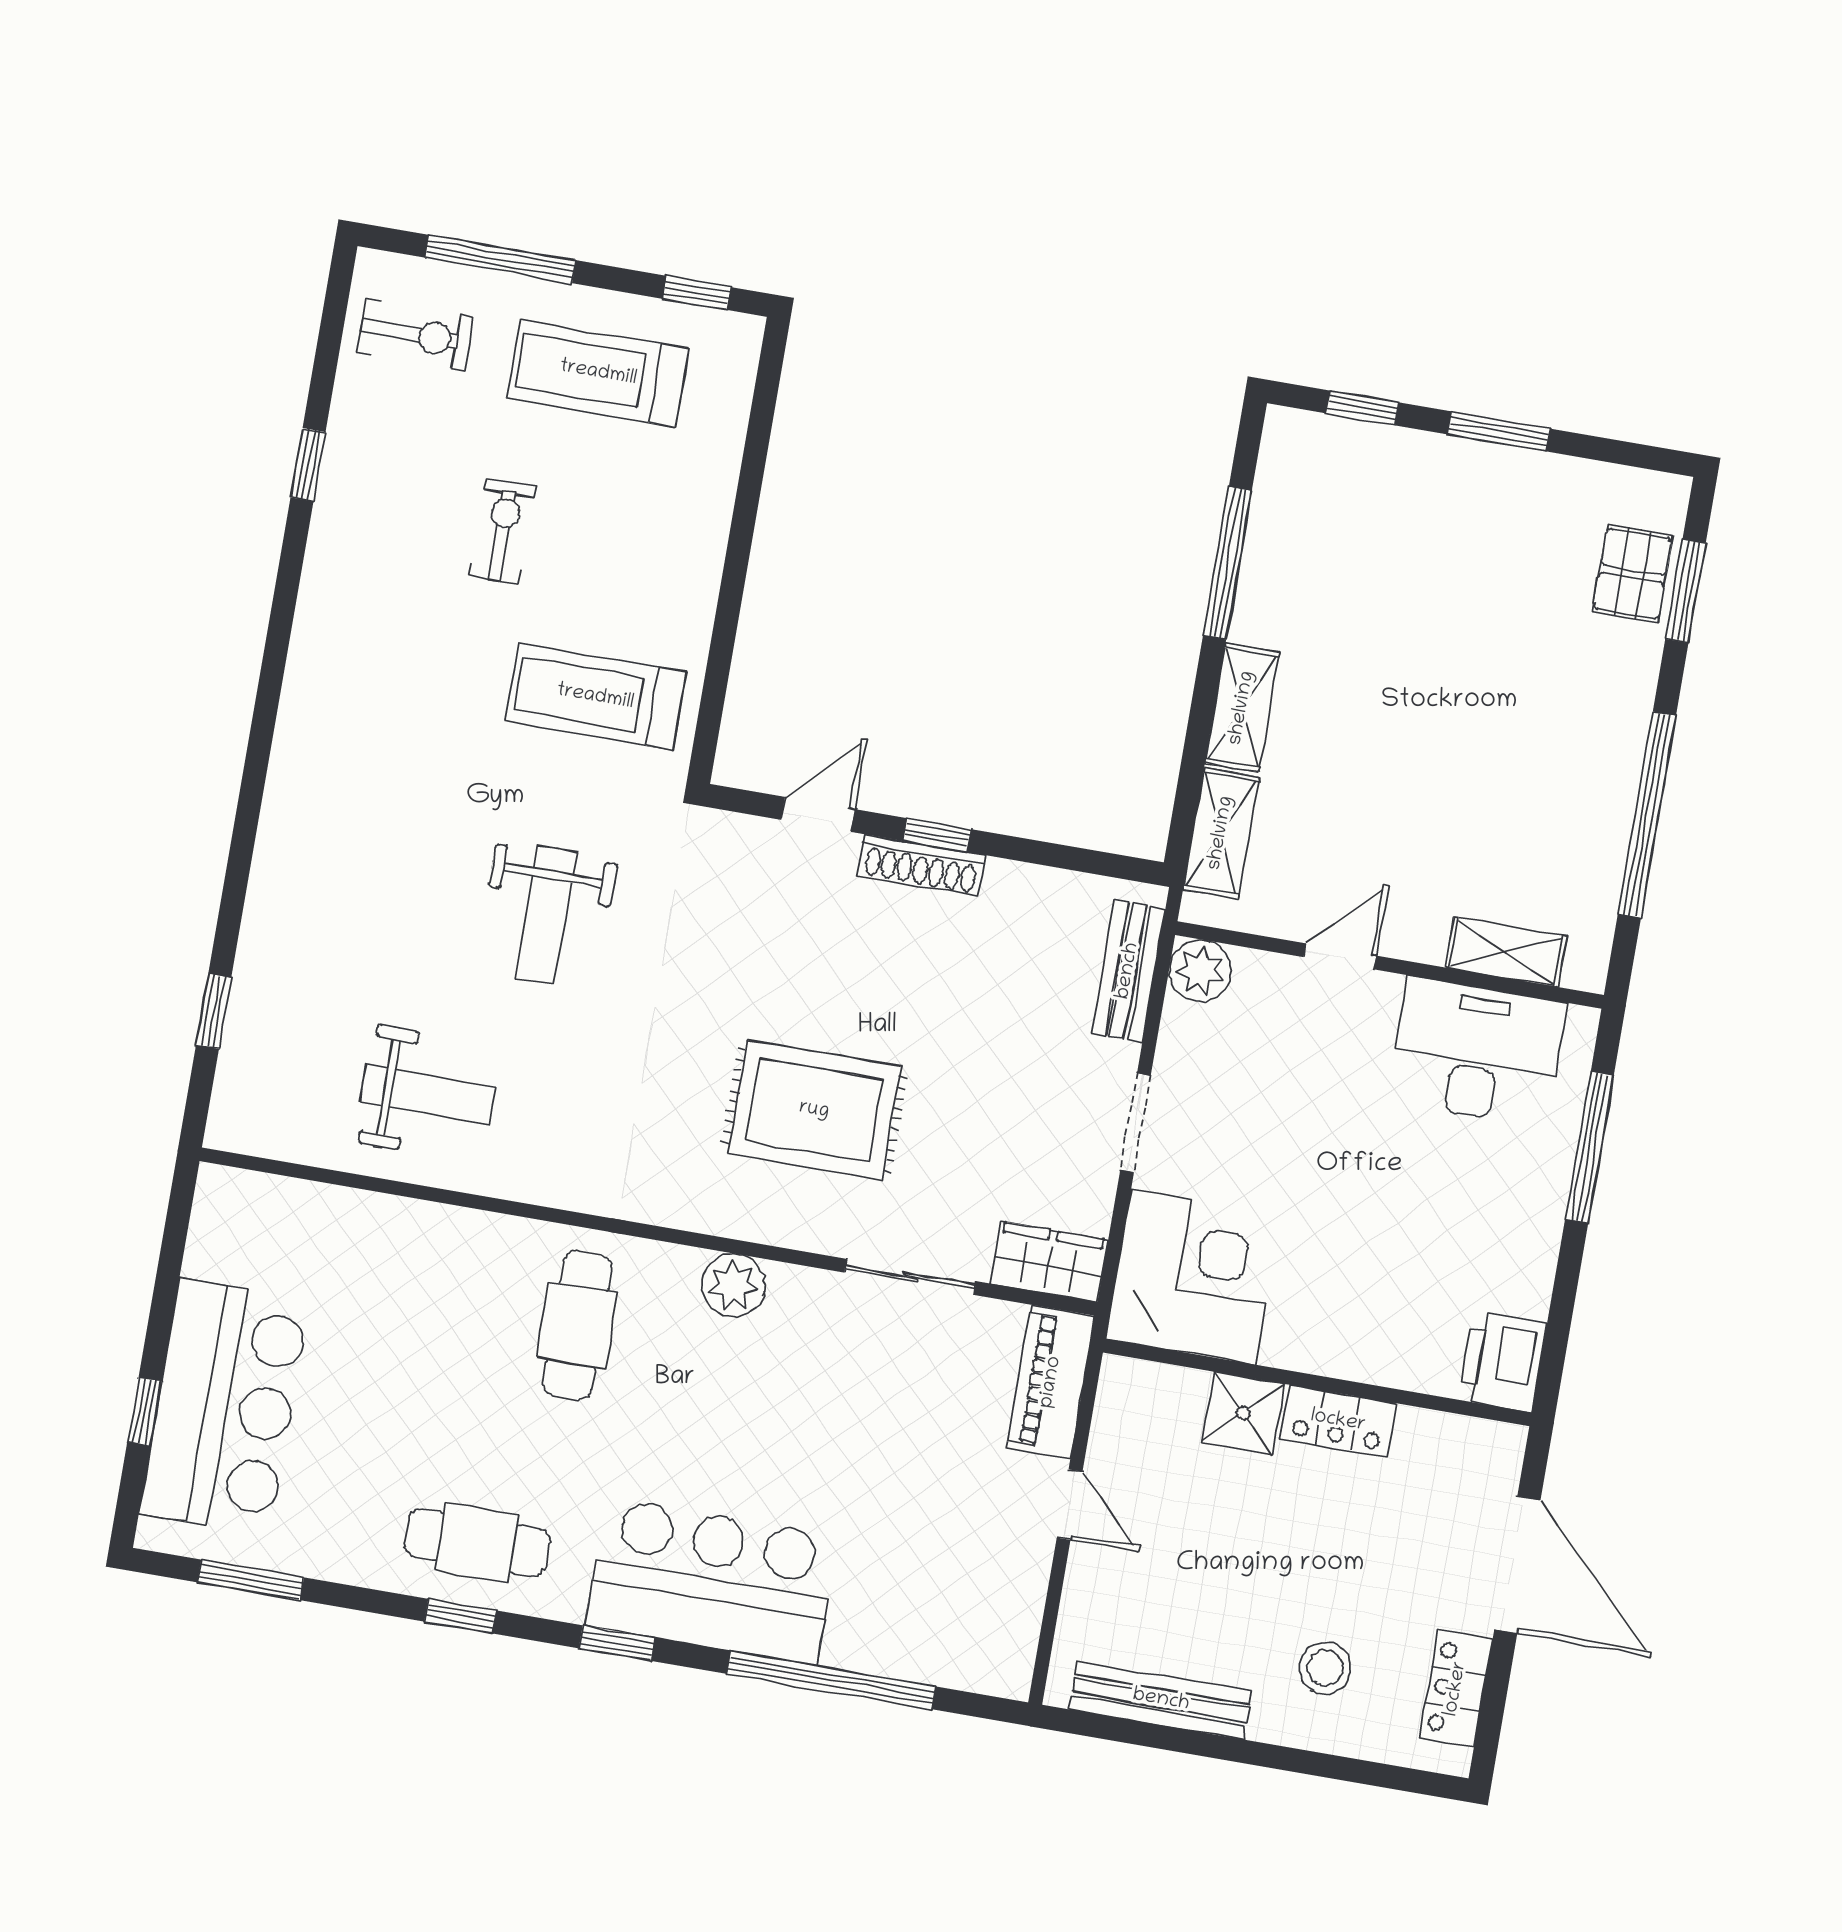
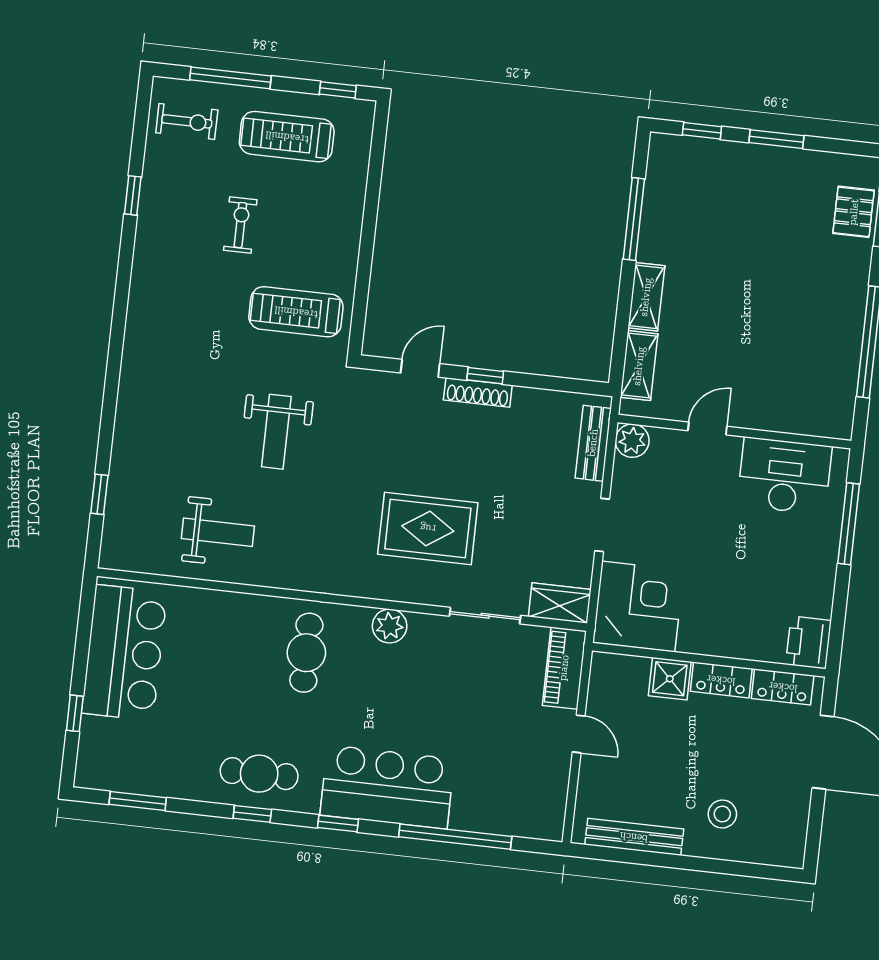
shelving: (1506, 952) -> (797, 421), removed
bar counter: (225, 1407) -> (124, 653), moved
locker: (1456, 1689) -> (783, 687), moved, turned -90

